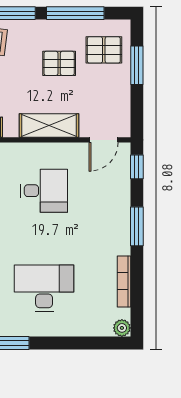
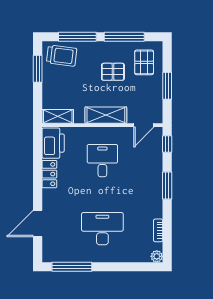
pallet: (104, 50) -> (144, 62), turned 90
window: (137, 65) -> (167, 86), moved
desk: (44, 191) -> (102, 161), turned -90
bookcase: (124, 281) -> (158, 230), width x0.64

